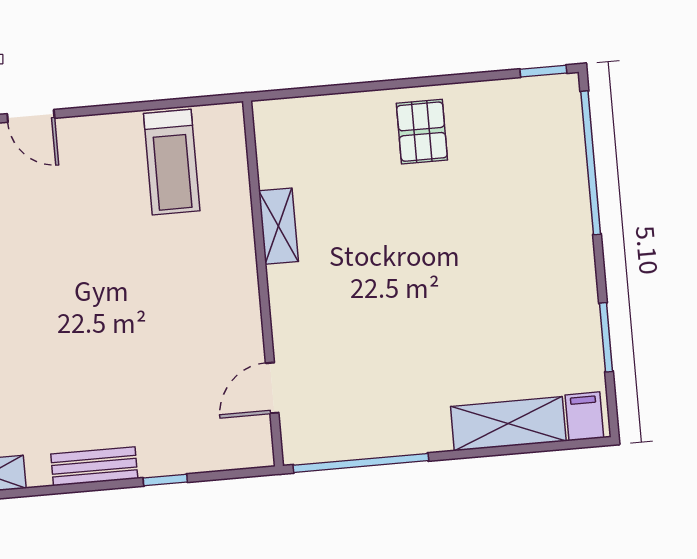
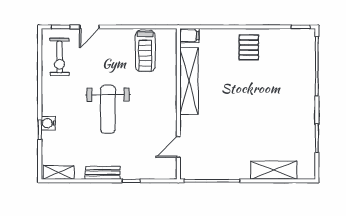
door: (31, 116) -> (89, 27), hinge flipped
shelving: (279, 226) -> (189, 81), width x2.20, depth x1.33
weight bench: (94, 311) -> (108, 109), added
filing cabinet: (584, 416) -> (189, 36), moved, turned 90

